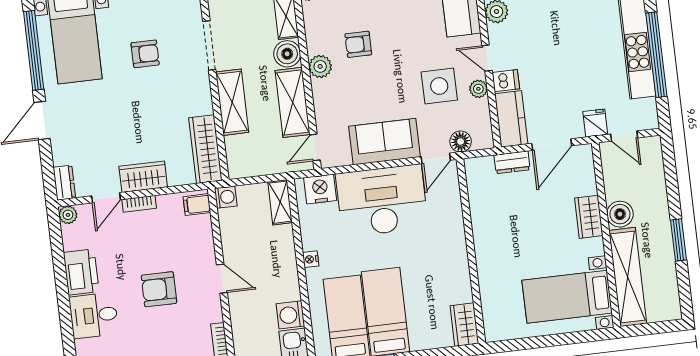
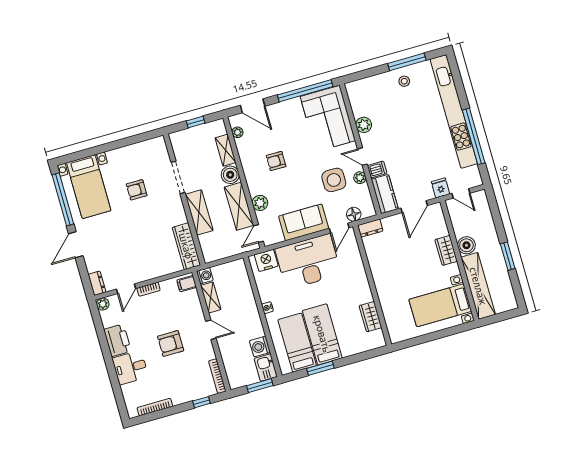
armchair: (145, 54) -> (137, 190), turned 180
plant: (320, 66) -> (260, 203), moved
dresser: (512, 162) -> (370, 228), moved
wardrobe: (143, 177) -> (148, 271), removed
shelving: (280, 202) -> (211, 297), moved
wardrobe: (464, 325) -> (370, 317), moved

